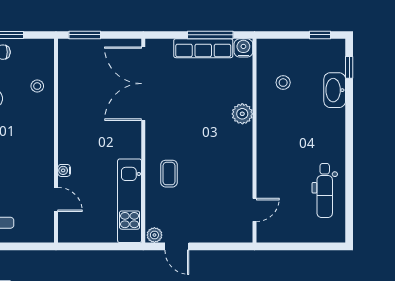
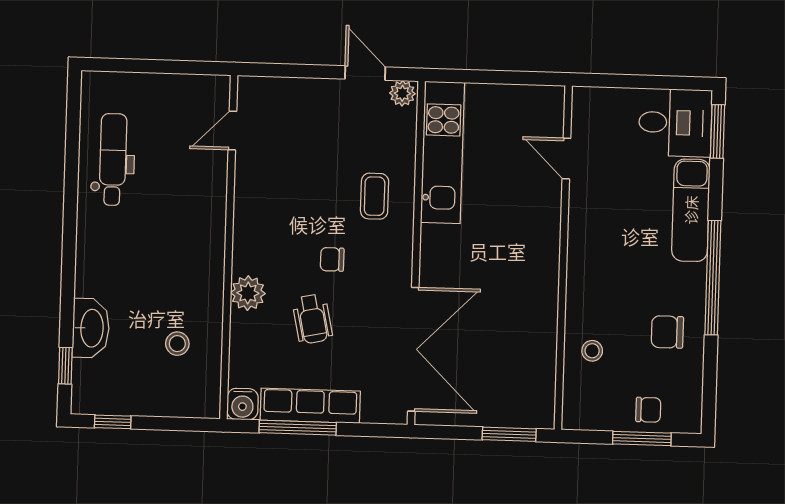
wheelchair: (204, 100) -> (312, 319), added
chair: (193, 135) -> (332, 259), added
water cooler: (64, 170) -> (551, 207), removed

